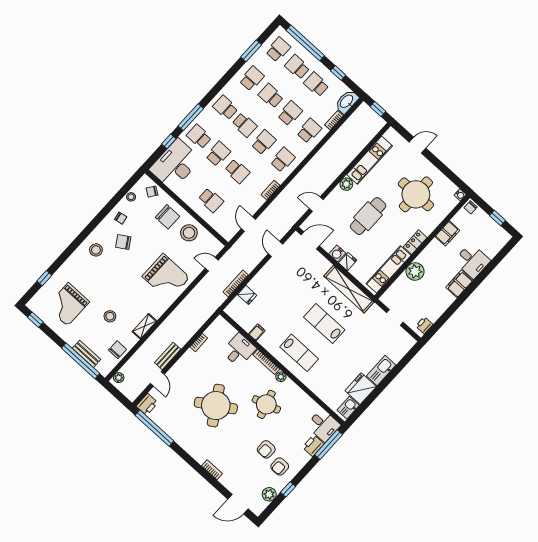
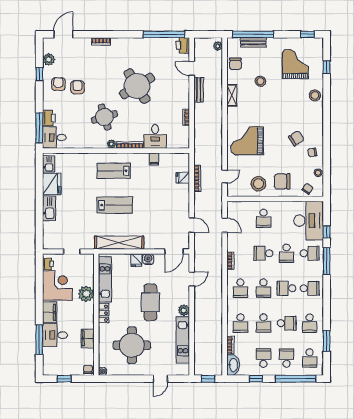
school desk: (297, 67) -> (287, 358), turned -90
school desk: (316, 84) -> (263, 358), turned -90
school desk: (211, 200) -> (263, 218), turned -90
stool: (96, 250) -> (315, 95), moved
window: (489, 269) -> (39, 340), added
corner desk: (433, 300) -> (57, 286), added

